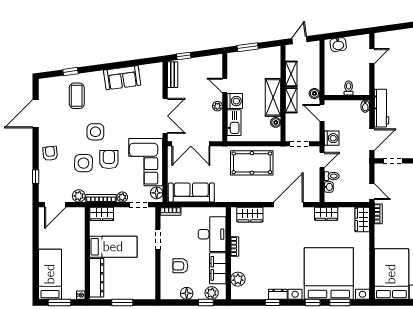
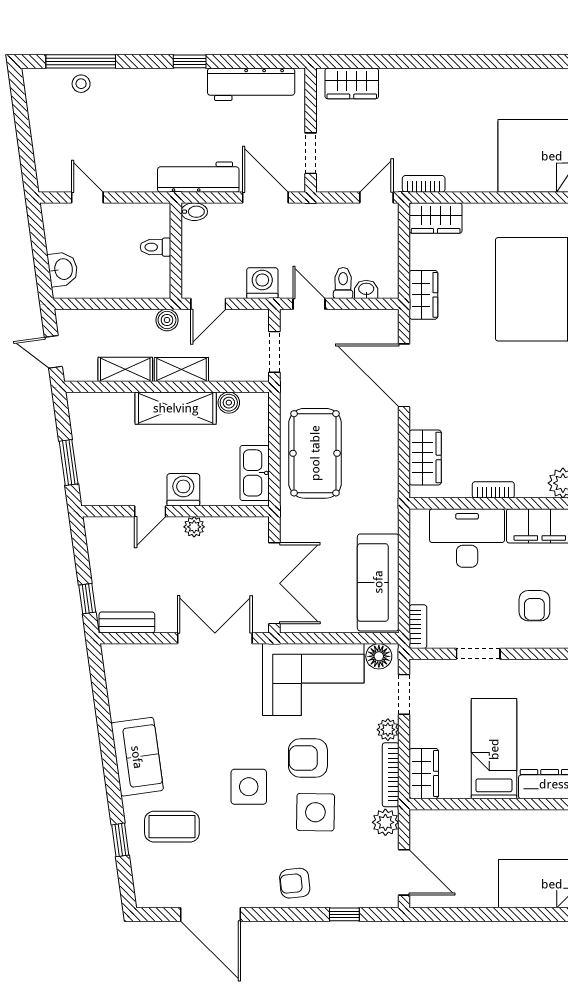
sofa: (122, 78) -> (137, 757), moved
kitchen sink: (234, 123) -> (255, 473), moved, turned -90

